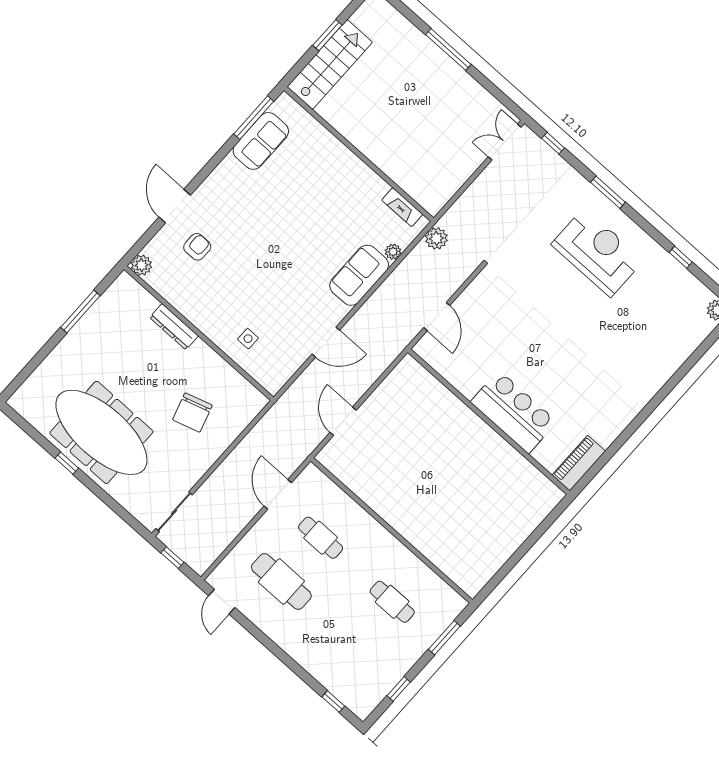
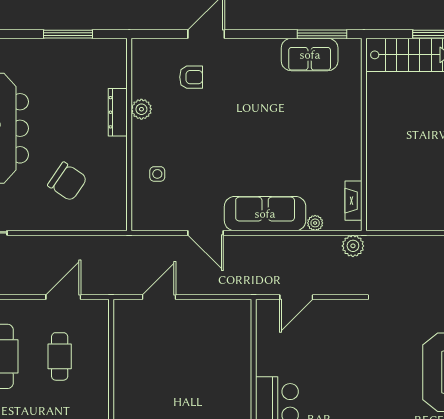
plant: (141, 265) -> (141, 109), moved
sofa: (359, 275) -> (265, 214), width x1.36
chair: (192, 412) -> (67, 182), turned -129

